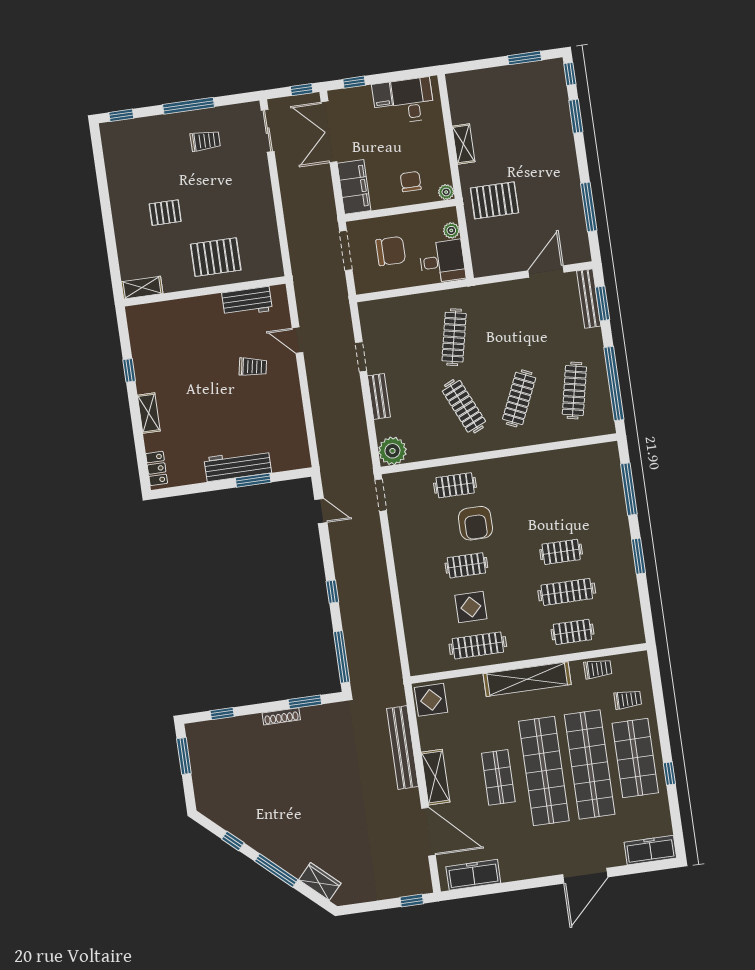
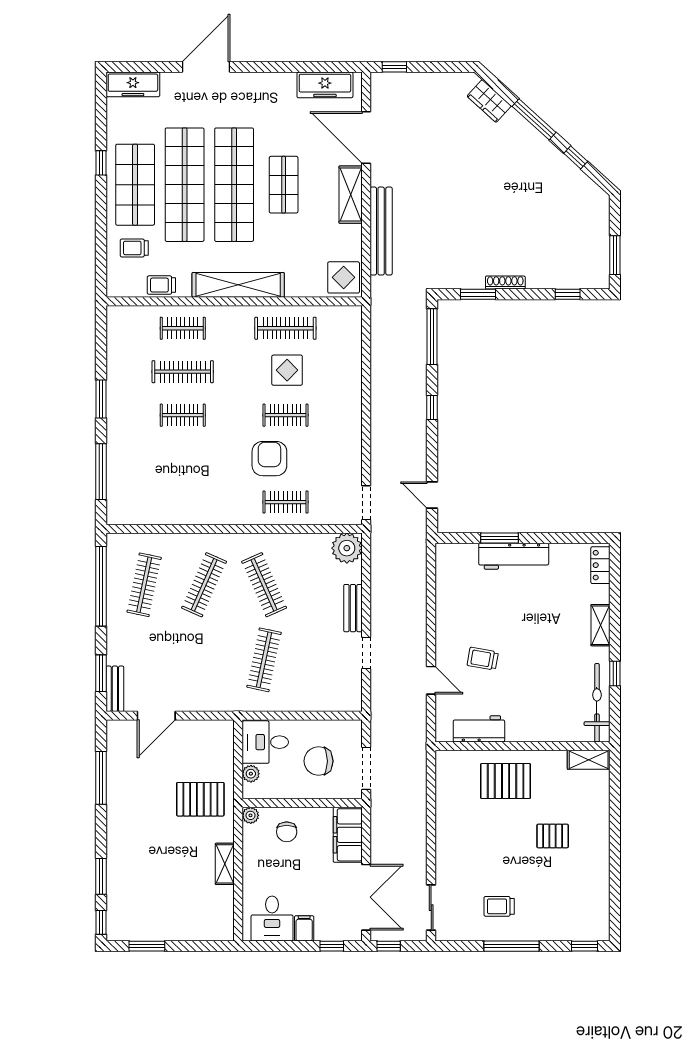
bench: (589, 299) -> (115, 689), width x0.73
bicycle: (142, 341) -> (597, 703), added

